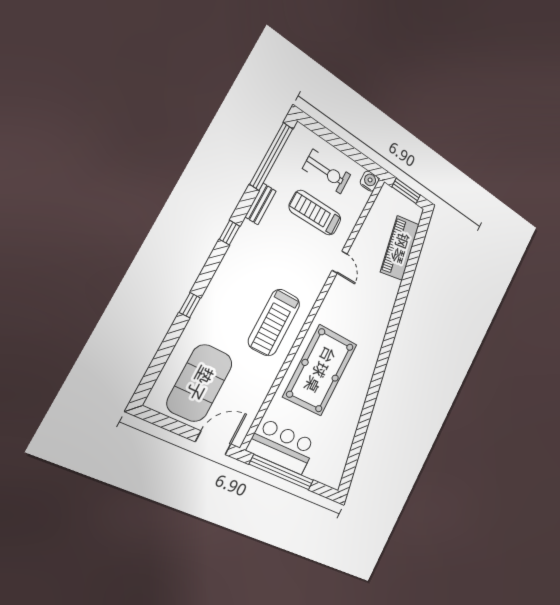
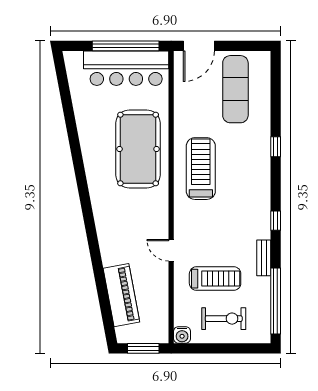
exercise bike: (327, 172) -> (224, 319), turned 180
exercise mat: (200, 383) -> (235, 89), width x0.68
bar counter: (282, 446) -> (126, 68), width x1.36

